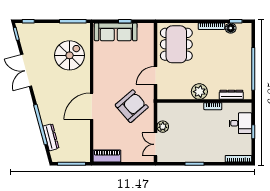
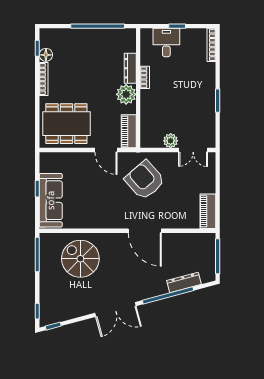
double door: (26, 70) -> (115, 309), moved
piano: (170, 94) -> (129, 131), added
dresser: (231, 95) -> (130, 68), moved

